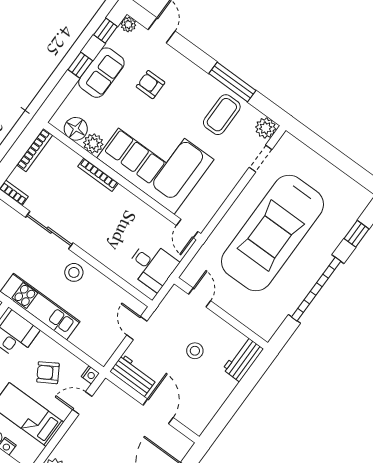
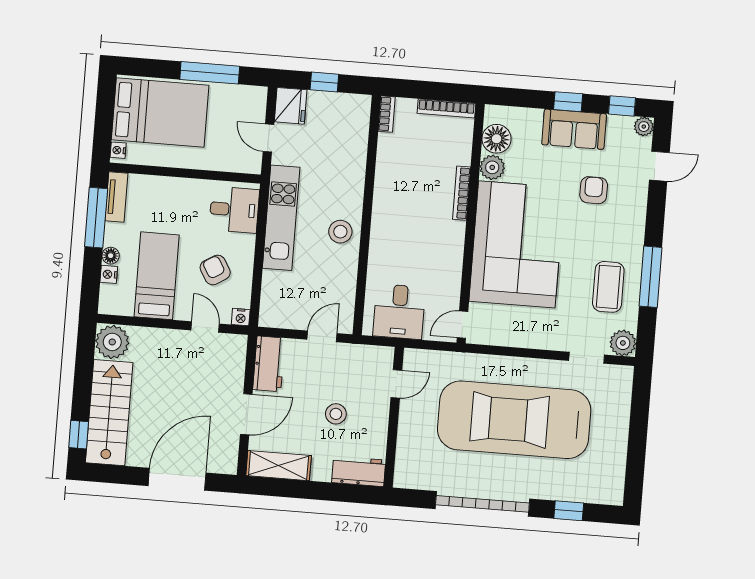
coffee table: (222, 115) -> (608, 287), turned 90
sliding door: (49, 230) -> (370, 177), removed
shelving: (206, 411) -> (279, 466), added

